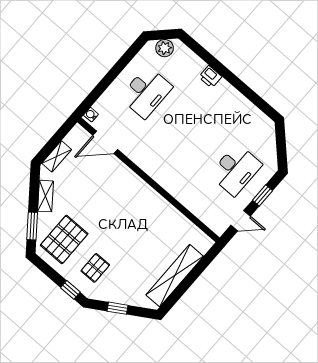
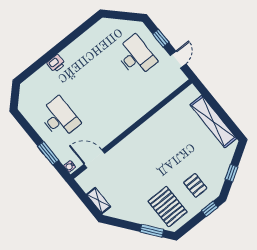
plant: (165, 48) -> (26, 96), removed
window: (102, 86) -> (48, 153), added
door: (105, 142) -> (94, 159), swing flipped
shelving: (46, 196) -> (129, 215), removed

